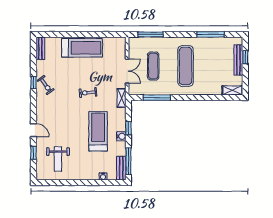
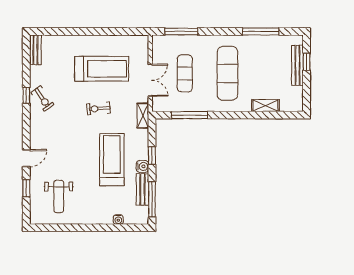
treadmill: (82, 48) -> (102, 69), moved
shelving: (232, 90) -> (265, 106), moved
door: (33, 130) -> (26, 158), hinge flipped
bench: (121, 168) -> (142, 189), moved

